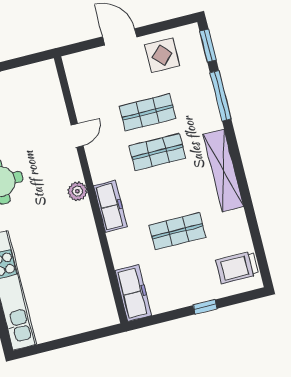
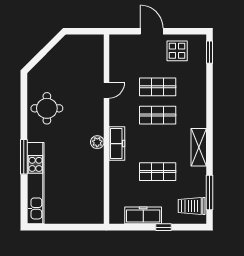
window: (221, 96) -> (209, 192), moved
shelving: (223, 170) -> (199, 147), width x0.68
plant: (77, 191) -> (97, 142), moved
freezer: (133, 293) -> (143, 215), moved, turned -90

